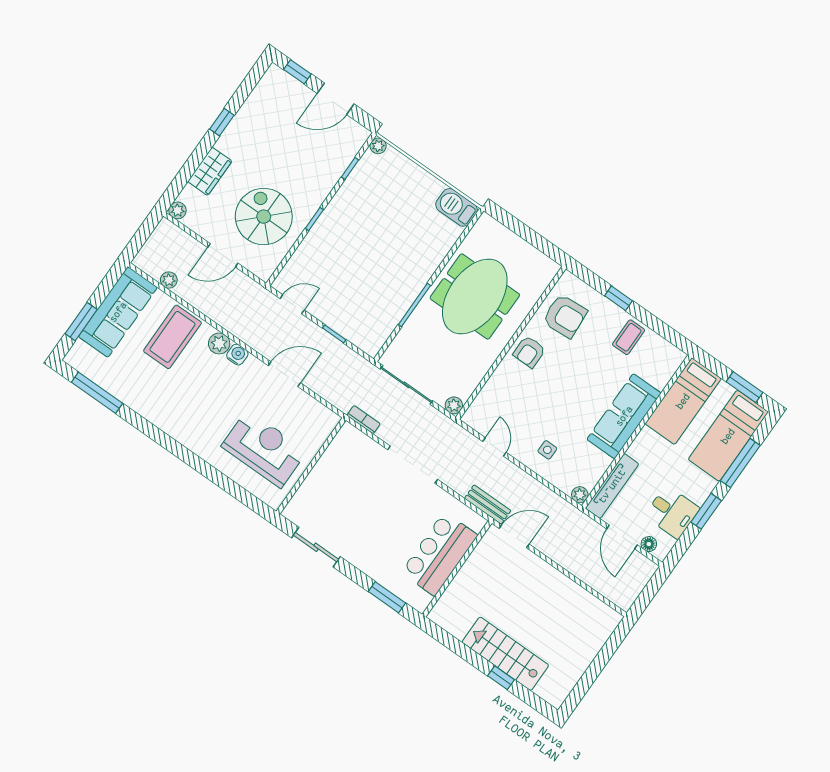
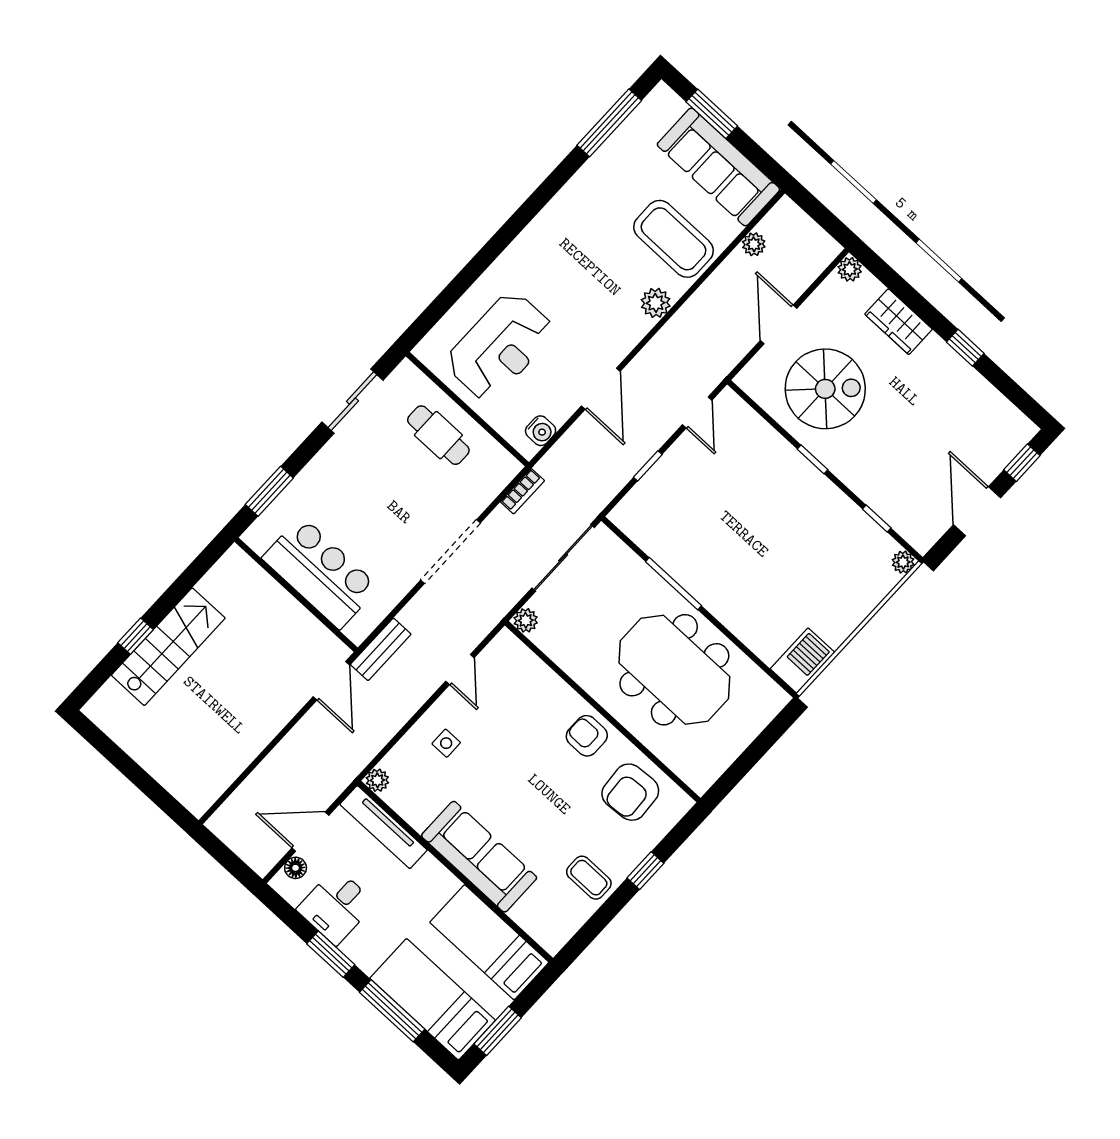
water cooler: (237, 355) -> (541, 431), moved
door: (494, 447) -> (460, 670), hinge flipped
cafe table: (332, 484) -> (438, 435), added

